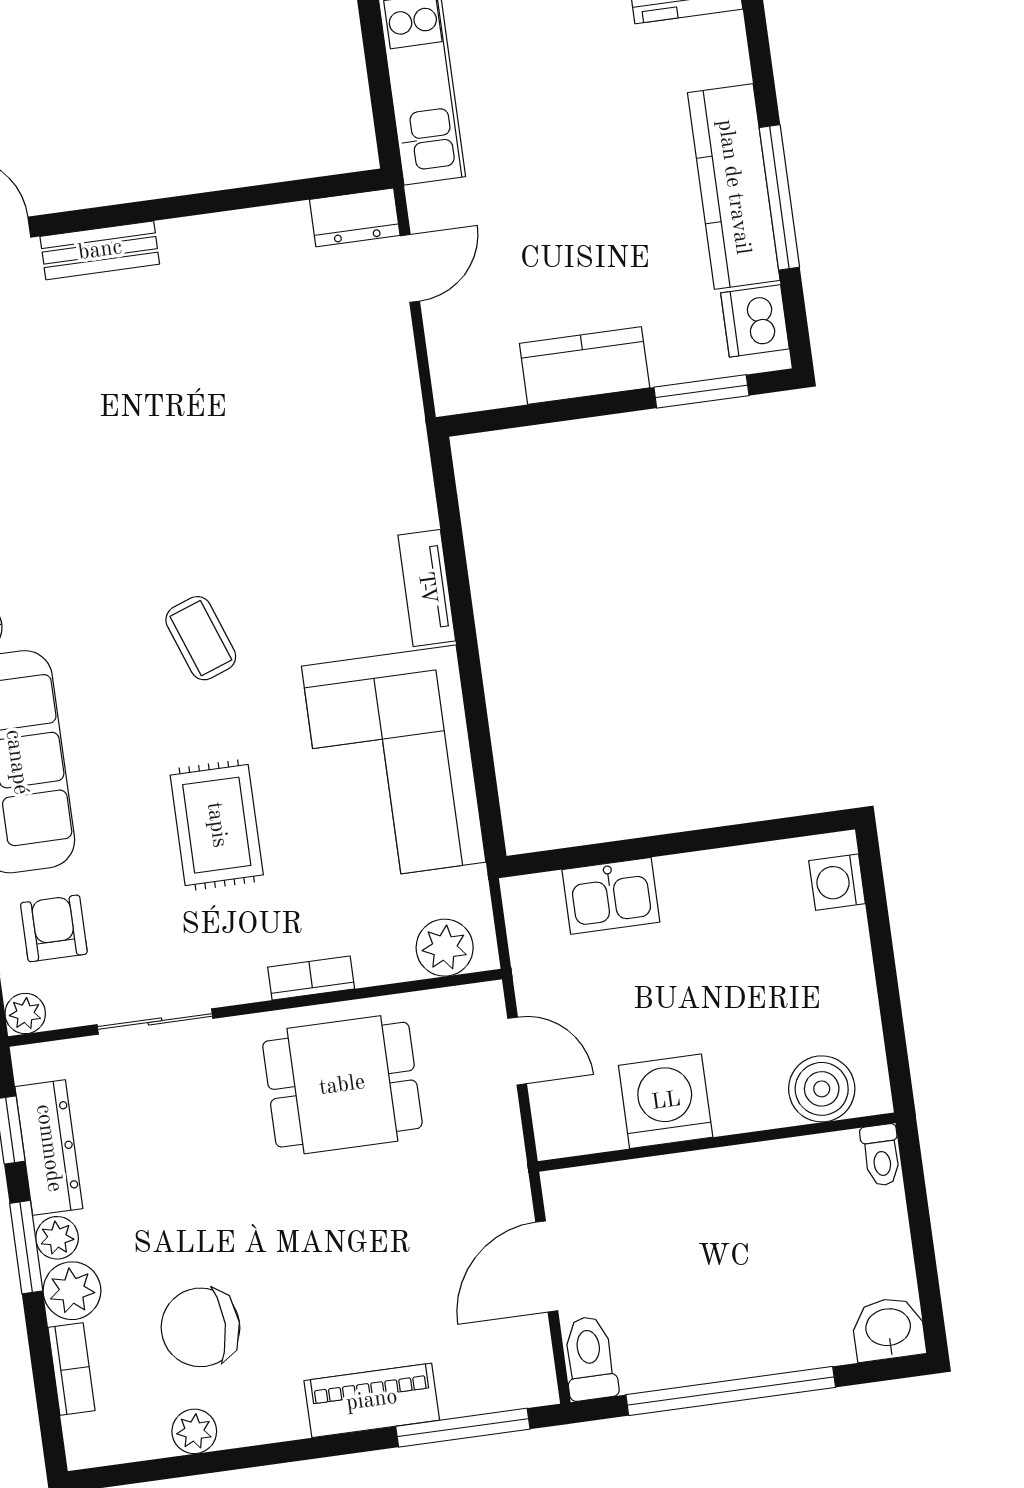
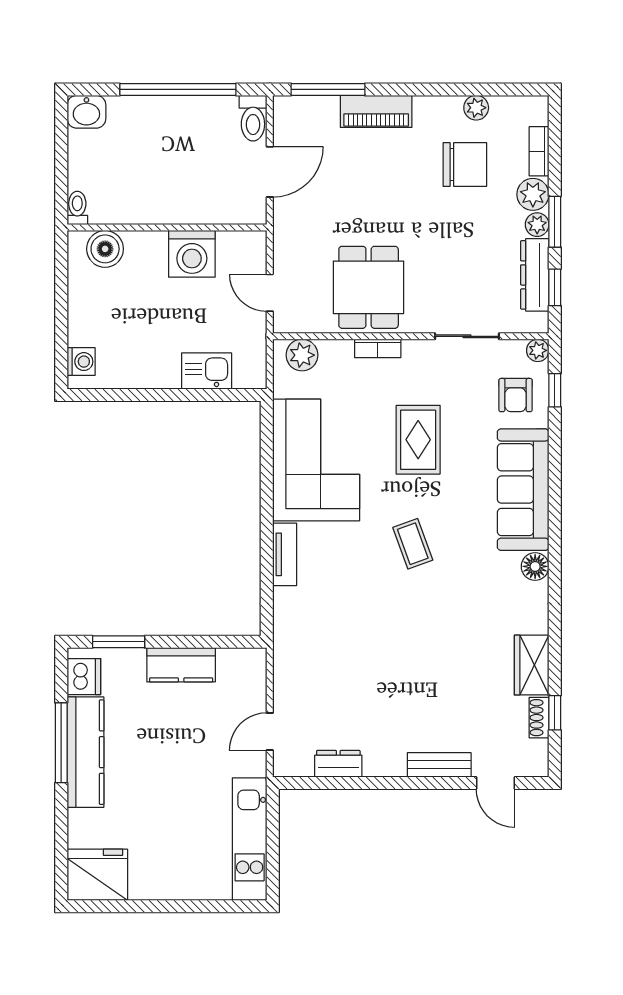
dresser: (355, 217) -> (338, 764), moved
dining table: (342, 1085) -> (369, 287), turned 90

